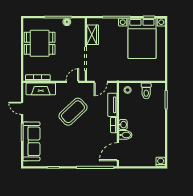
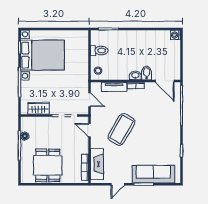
coffee table: (73, 112) -> (121, 129), turned 73

